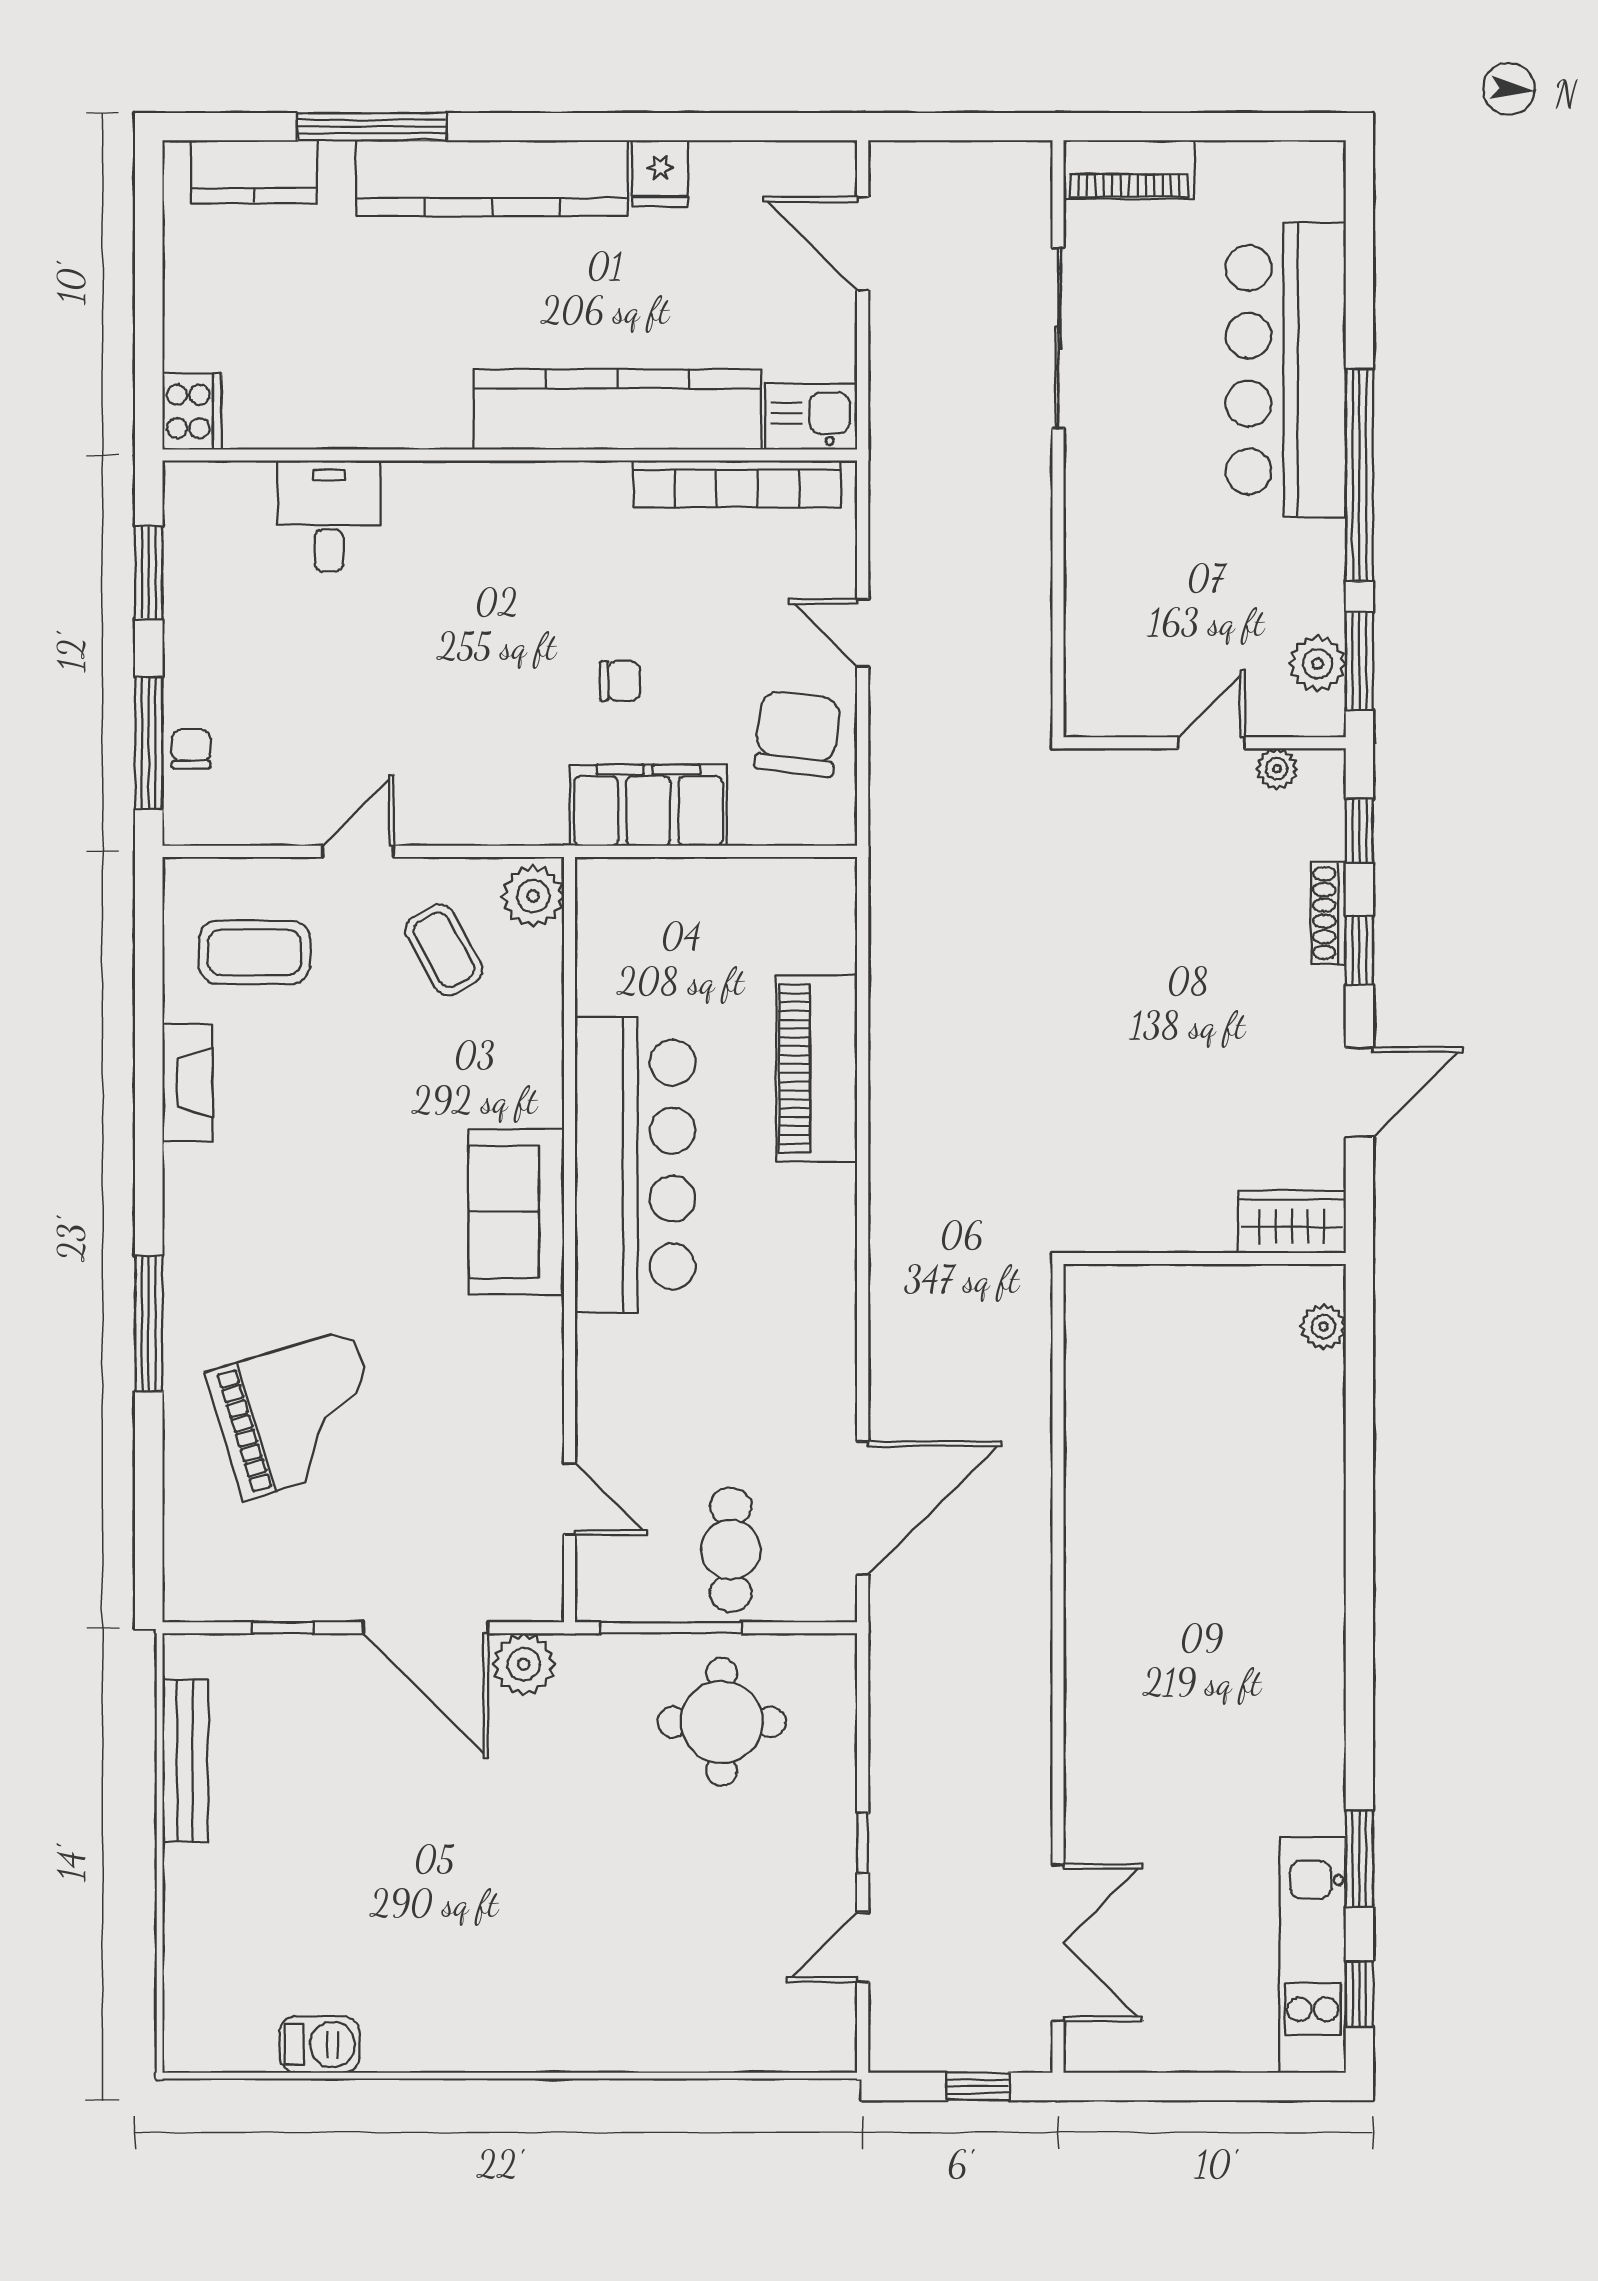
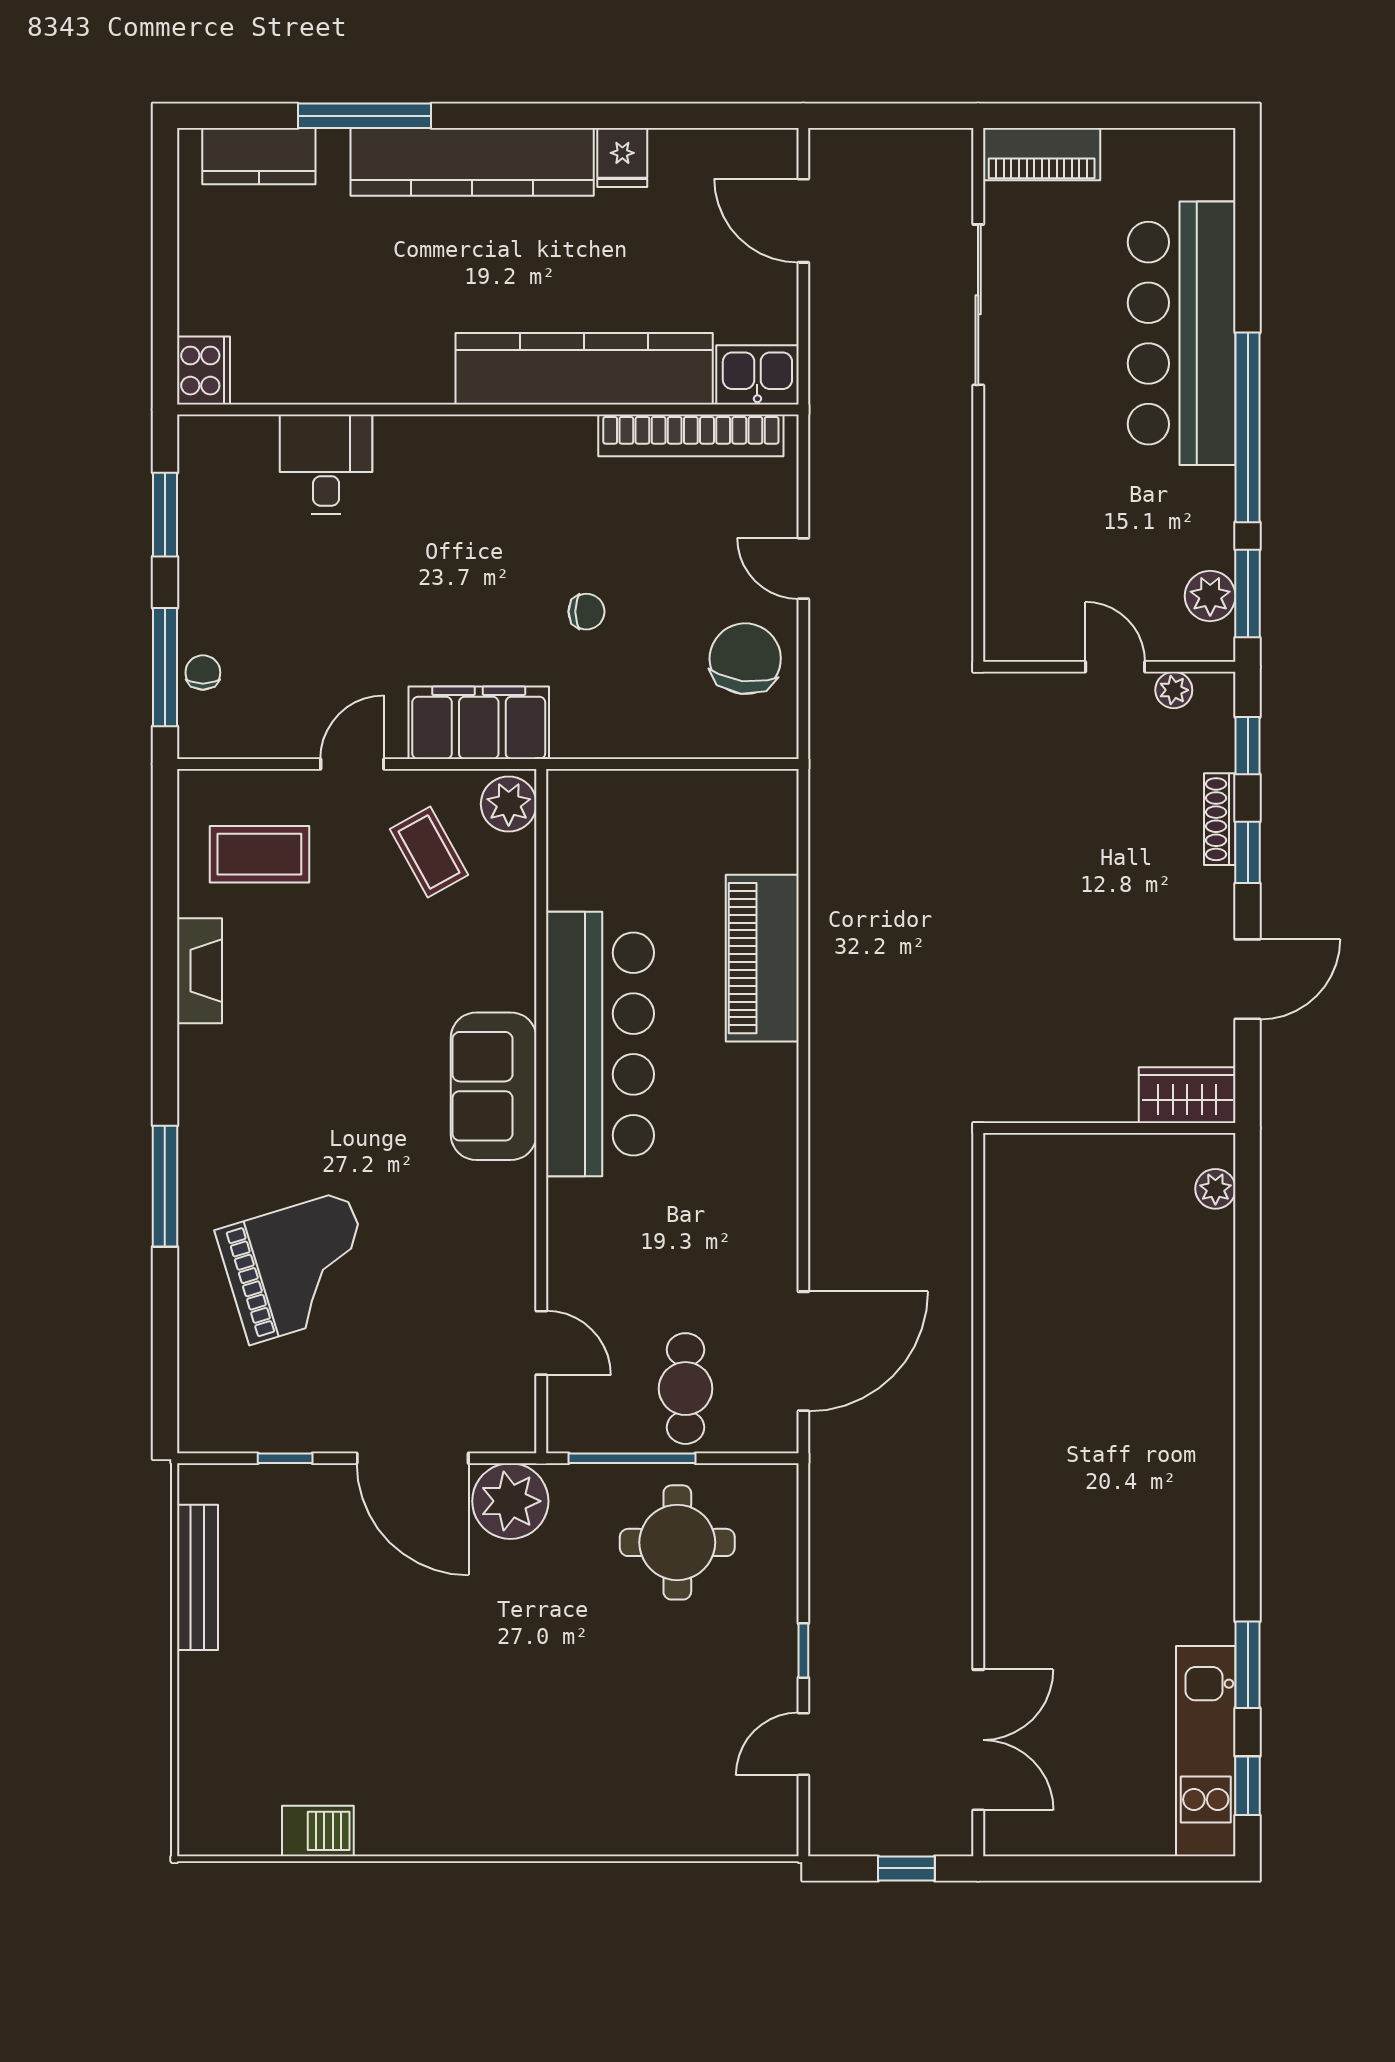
door: (1211, 743) -> (1115, 667), hinge flipped
filing cabinet: (648, 805) -> (479, 723), moved
plant: (524, 1664) -> (510, 1501), width x1.36, depth x1.36

